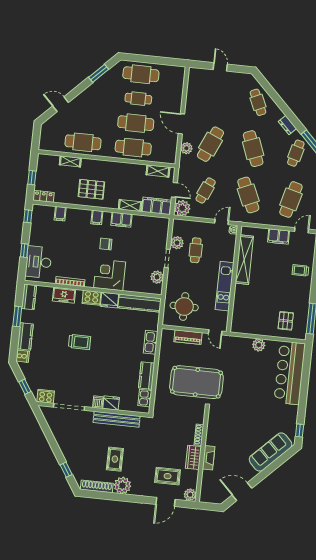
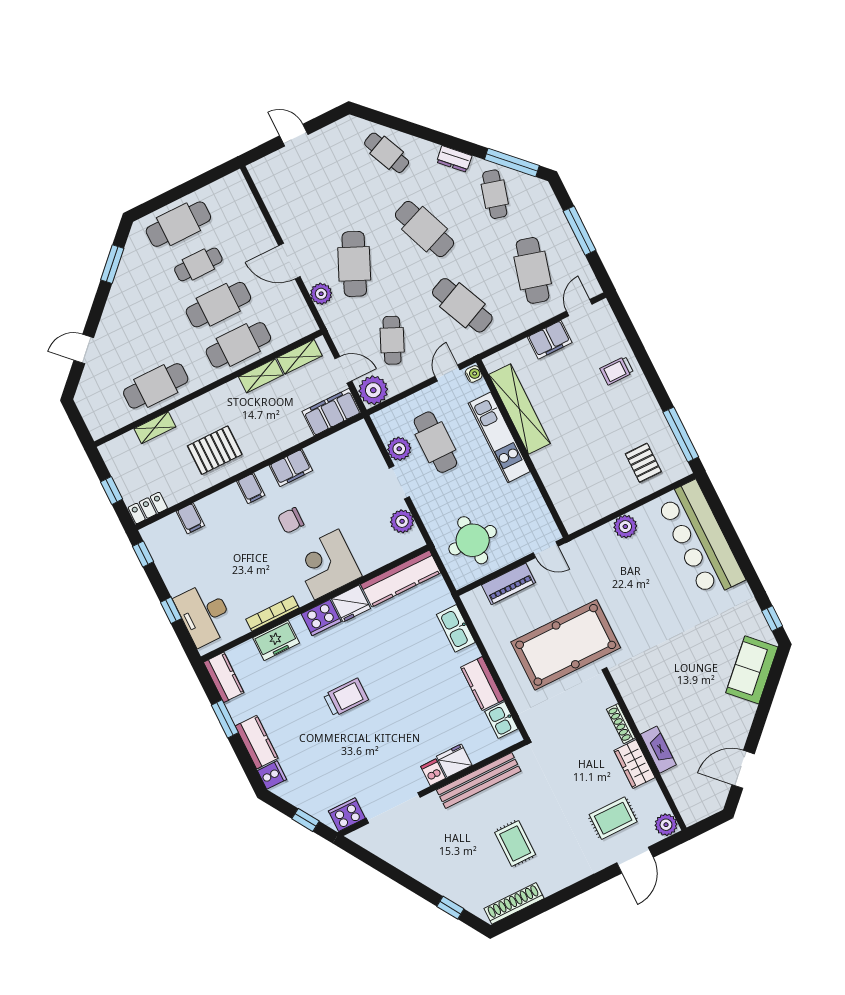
shelving: (130, 206) -> (261, 376), moved
cafe table: (196, 250) -> (435, 442), width x1.37, depth x1.35
kitchen unit: (225, 286) -> (499, 437), moved
sofa: (271, 452) -> (752, 670), width x0.73
plant: (122, 485) -> (553, 877), removed

